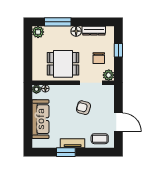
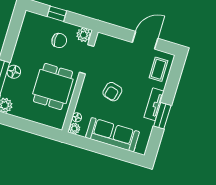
floor lamp: (76, 31) -> (14, 72), moved
dresser: (94, 31) -> (24, 36), removed
armchair: (83, 108) -> (112, 92), moved

